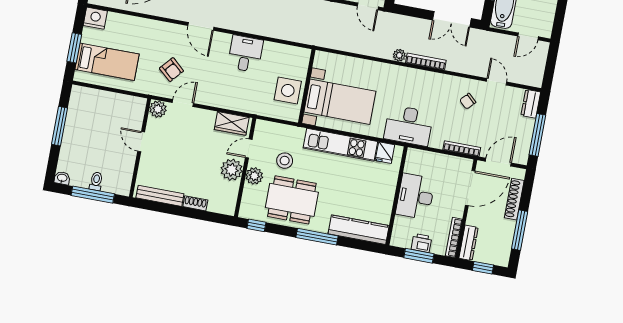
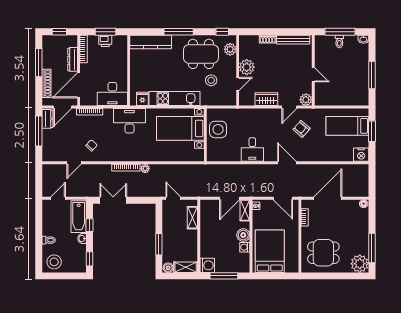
door: (497, 82) -> (74, 163), hinge flipped
dresser: (531, 104) -> (47, 119), moved
wardrobe: (232, 123) -> (266, 99), moved
plant: (254, 176) -> (230, 49), moved
desk: (415, 196) -> (112, 94), moved, turned 90
dresser: (469, 243) -> (73, 59), moved

